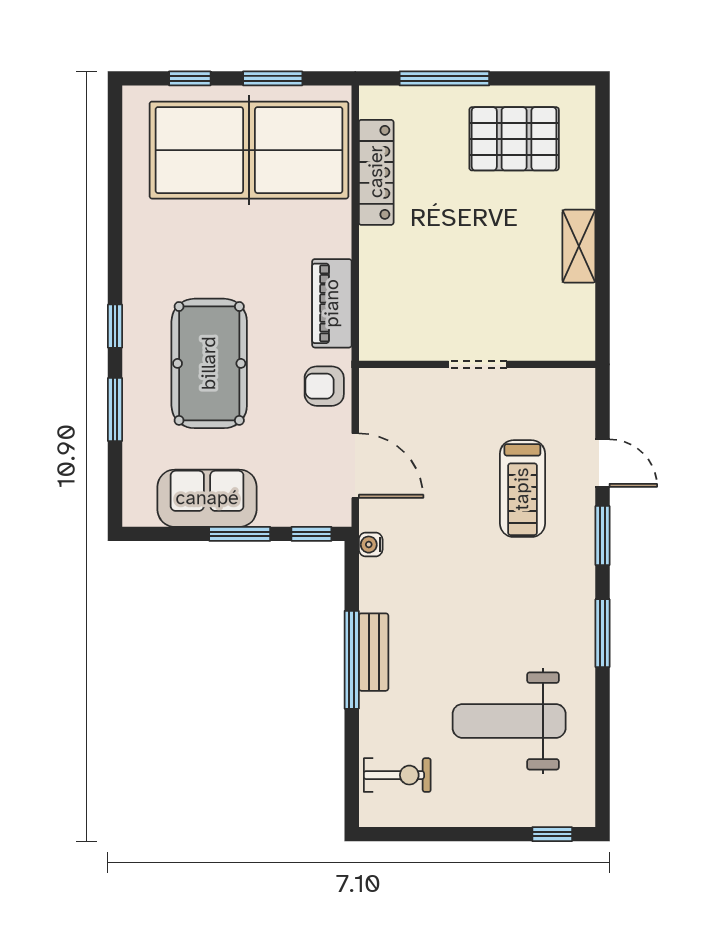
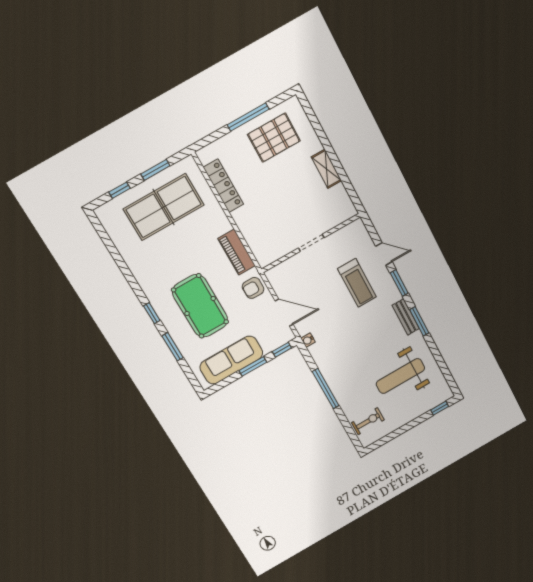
window: (444, 78) -> (248, 117), moved
table tennis table: (249, 150) -> (164, 207), width x0.73, depth x0.76
sofa: (207, 498) -> (231, 360), width x1.36
bench: (374, 652) -> (406, 317), moved

